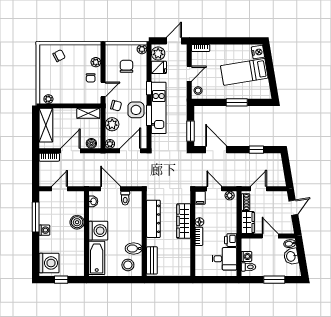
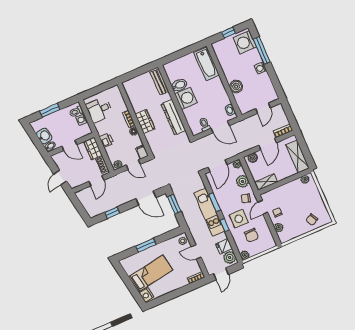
door: (189, 74) -> (196, 252), hinge flipped
side table: (136, 110) -> (239, 219), moved
window: (36, 217) -> (262, 50), moved
wardrobe: (184, 221) -> (145, 122), width x0.67
washing machine: (98, 231) -> (186, 98), moved, turned 180
printer: (231, 240) -> (106, 140), moved
stool: (128, 265) -> (178, 69), removed

